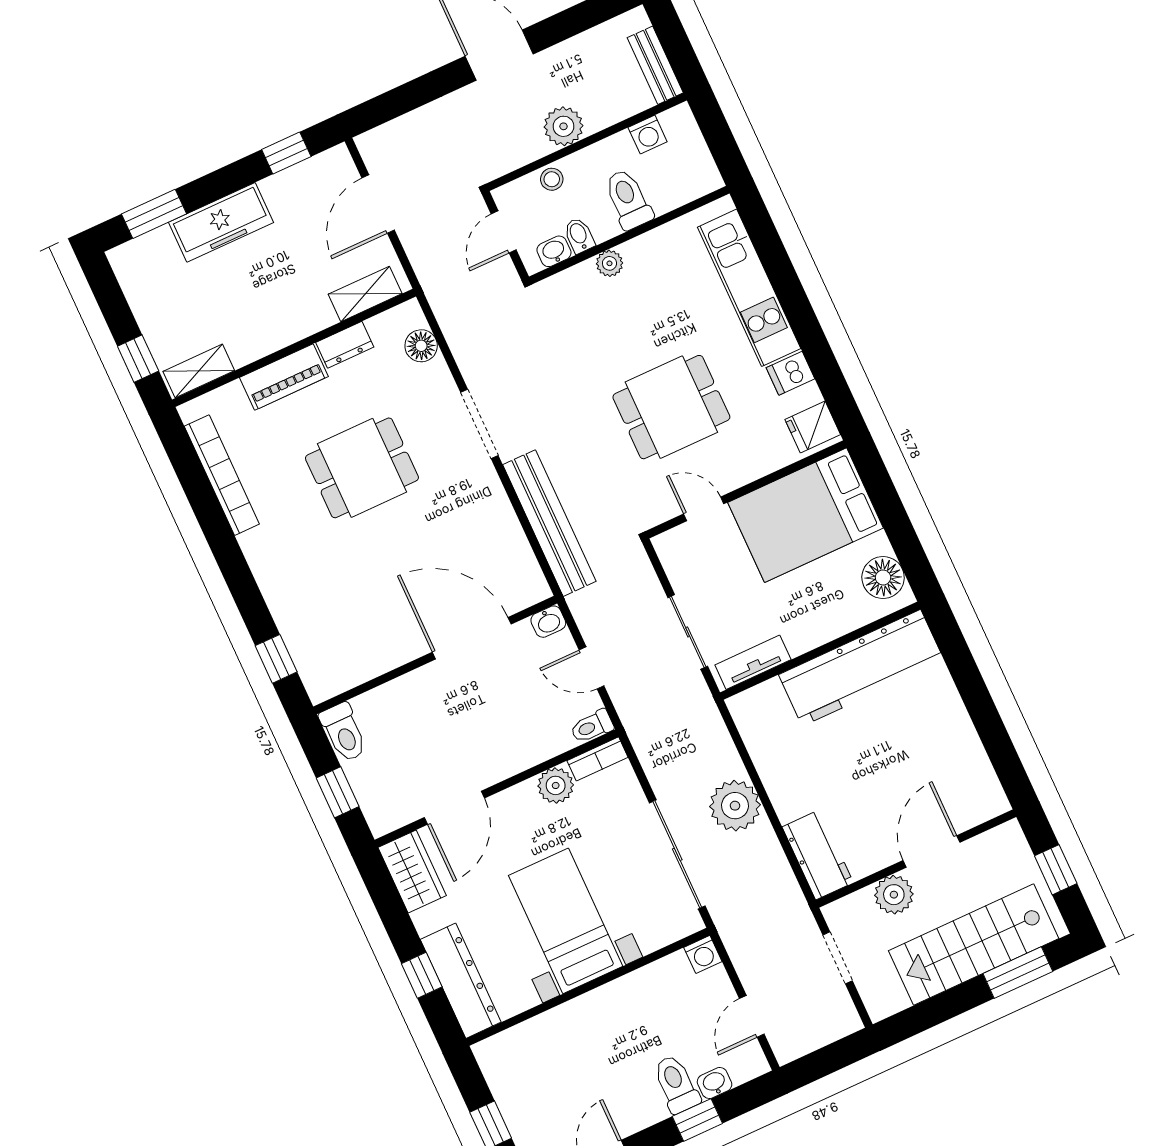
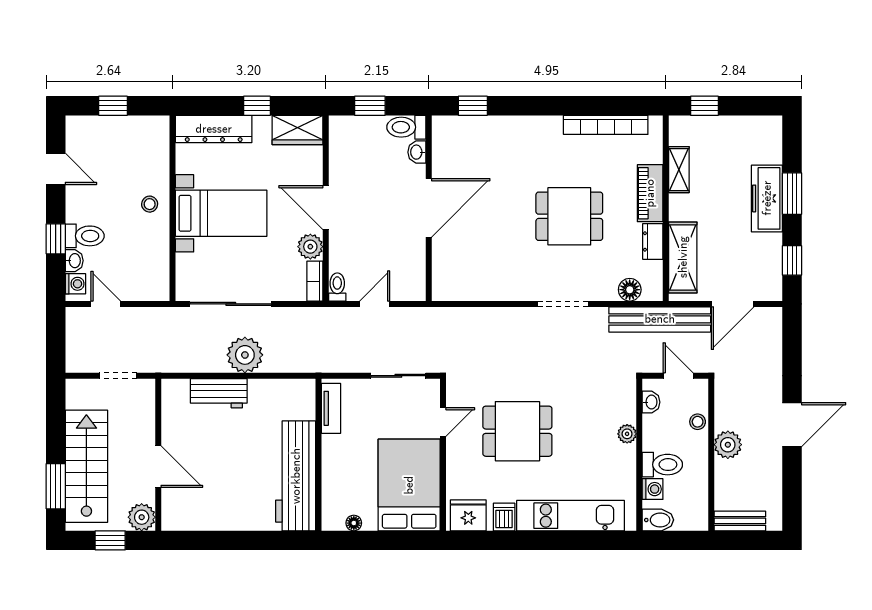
washing machine: (648, 135) -> (653, 489), moved, turned 180
door: (378, 204) -> (733, 304), swing flipped
window: (154, 214) -> (792, 194), moved
bidet: (579, 235) -> (658, 520), moved, width x1.38, depth x1.36
shelving: (365, 294) -> (683, 257), width x1.50, depth x1.33
shelving: (199, 371) -> (679, 170), moved
dining table: (671, 407) -> (517, 431), turned 90
fridge: (813, 427) -> (468, 515), width x1.38
dining table: (362, 468) -> (569, 216), turned 90
bench: (549, 523) -> (660, 319), moved
floor lamp: (883, 578) -> (354, 523), width x0.53, depth x0.53
washbasin: (548, 622) -> (417, 152), moved
sliding door: (688, 632) -> (398, 376), moved
door: (472, 638) -> (429, 208), moved
door: (454, 808) -> (326, 208), moved
workbench: (818, 855) -> (219, 393), moved
plant: (894, 895) -> (142, 517), moved
washing machine: (703, 954) -> (75, 284), moved, turned 180
window: (422, 975) -> (257, 106), moved
stool: (596, 1019) -> (150, 204), added

